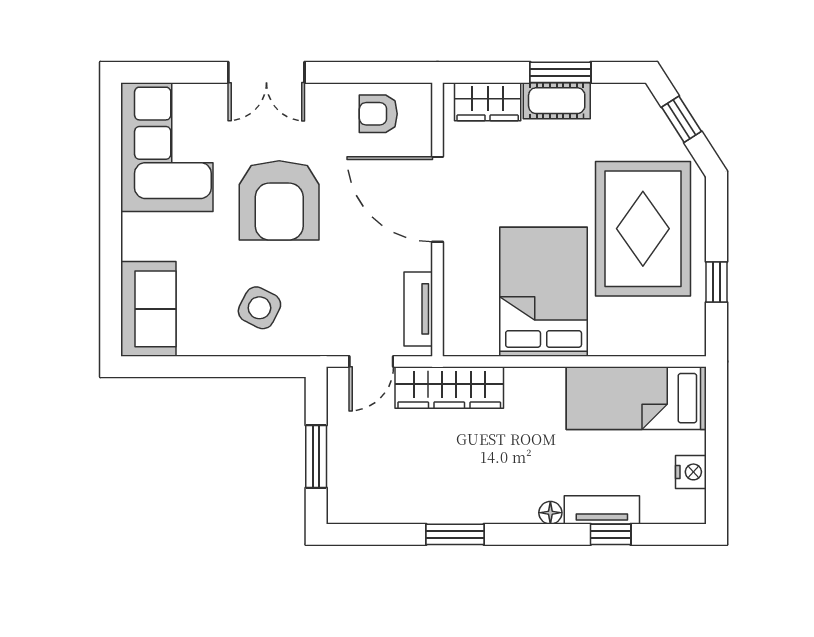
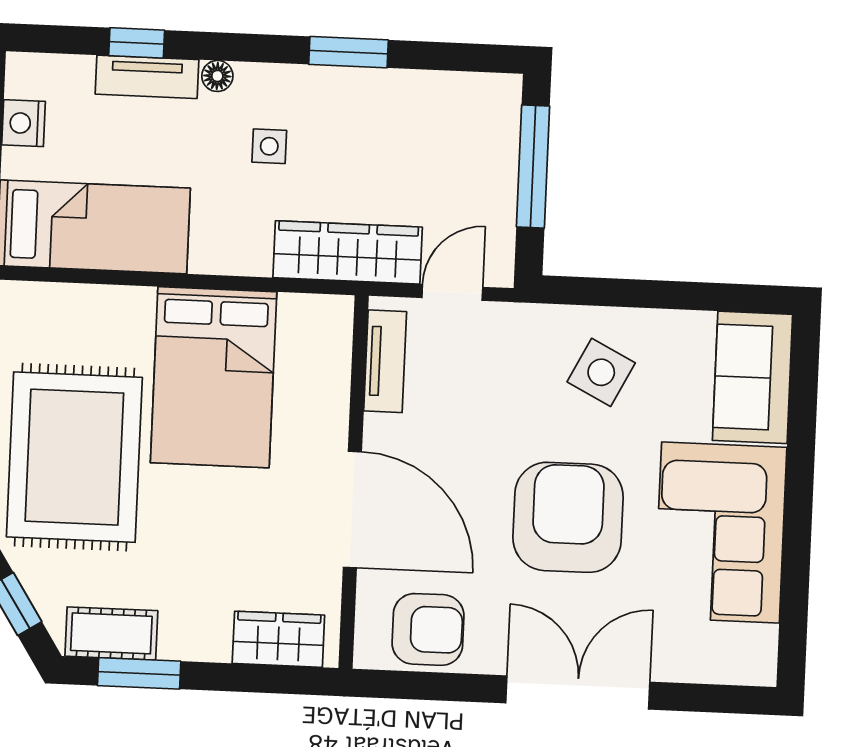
double door: (266, 72) -> (578, 693), width x1.37
window: (560, 72) -> (139, 673), moved
cot: (557, 101) -> (111, 633), moved
armchair: (378, 114) -> (428, 629), width x1.38, depth x1.38
corner sofa: (167, 147) -> (720, 533), moved
window: (316, 456) -> (533, 167), width x1.44
side table: (510, 463) -> (269, 146), added

